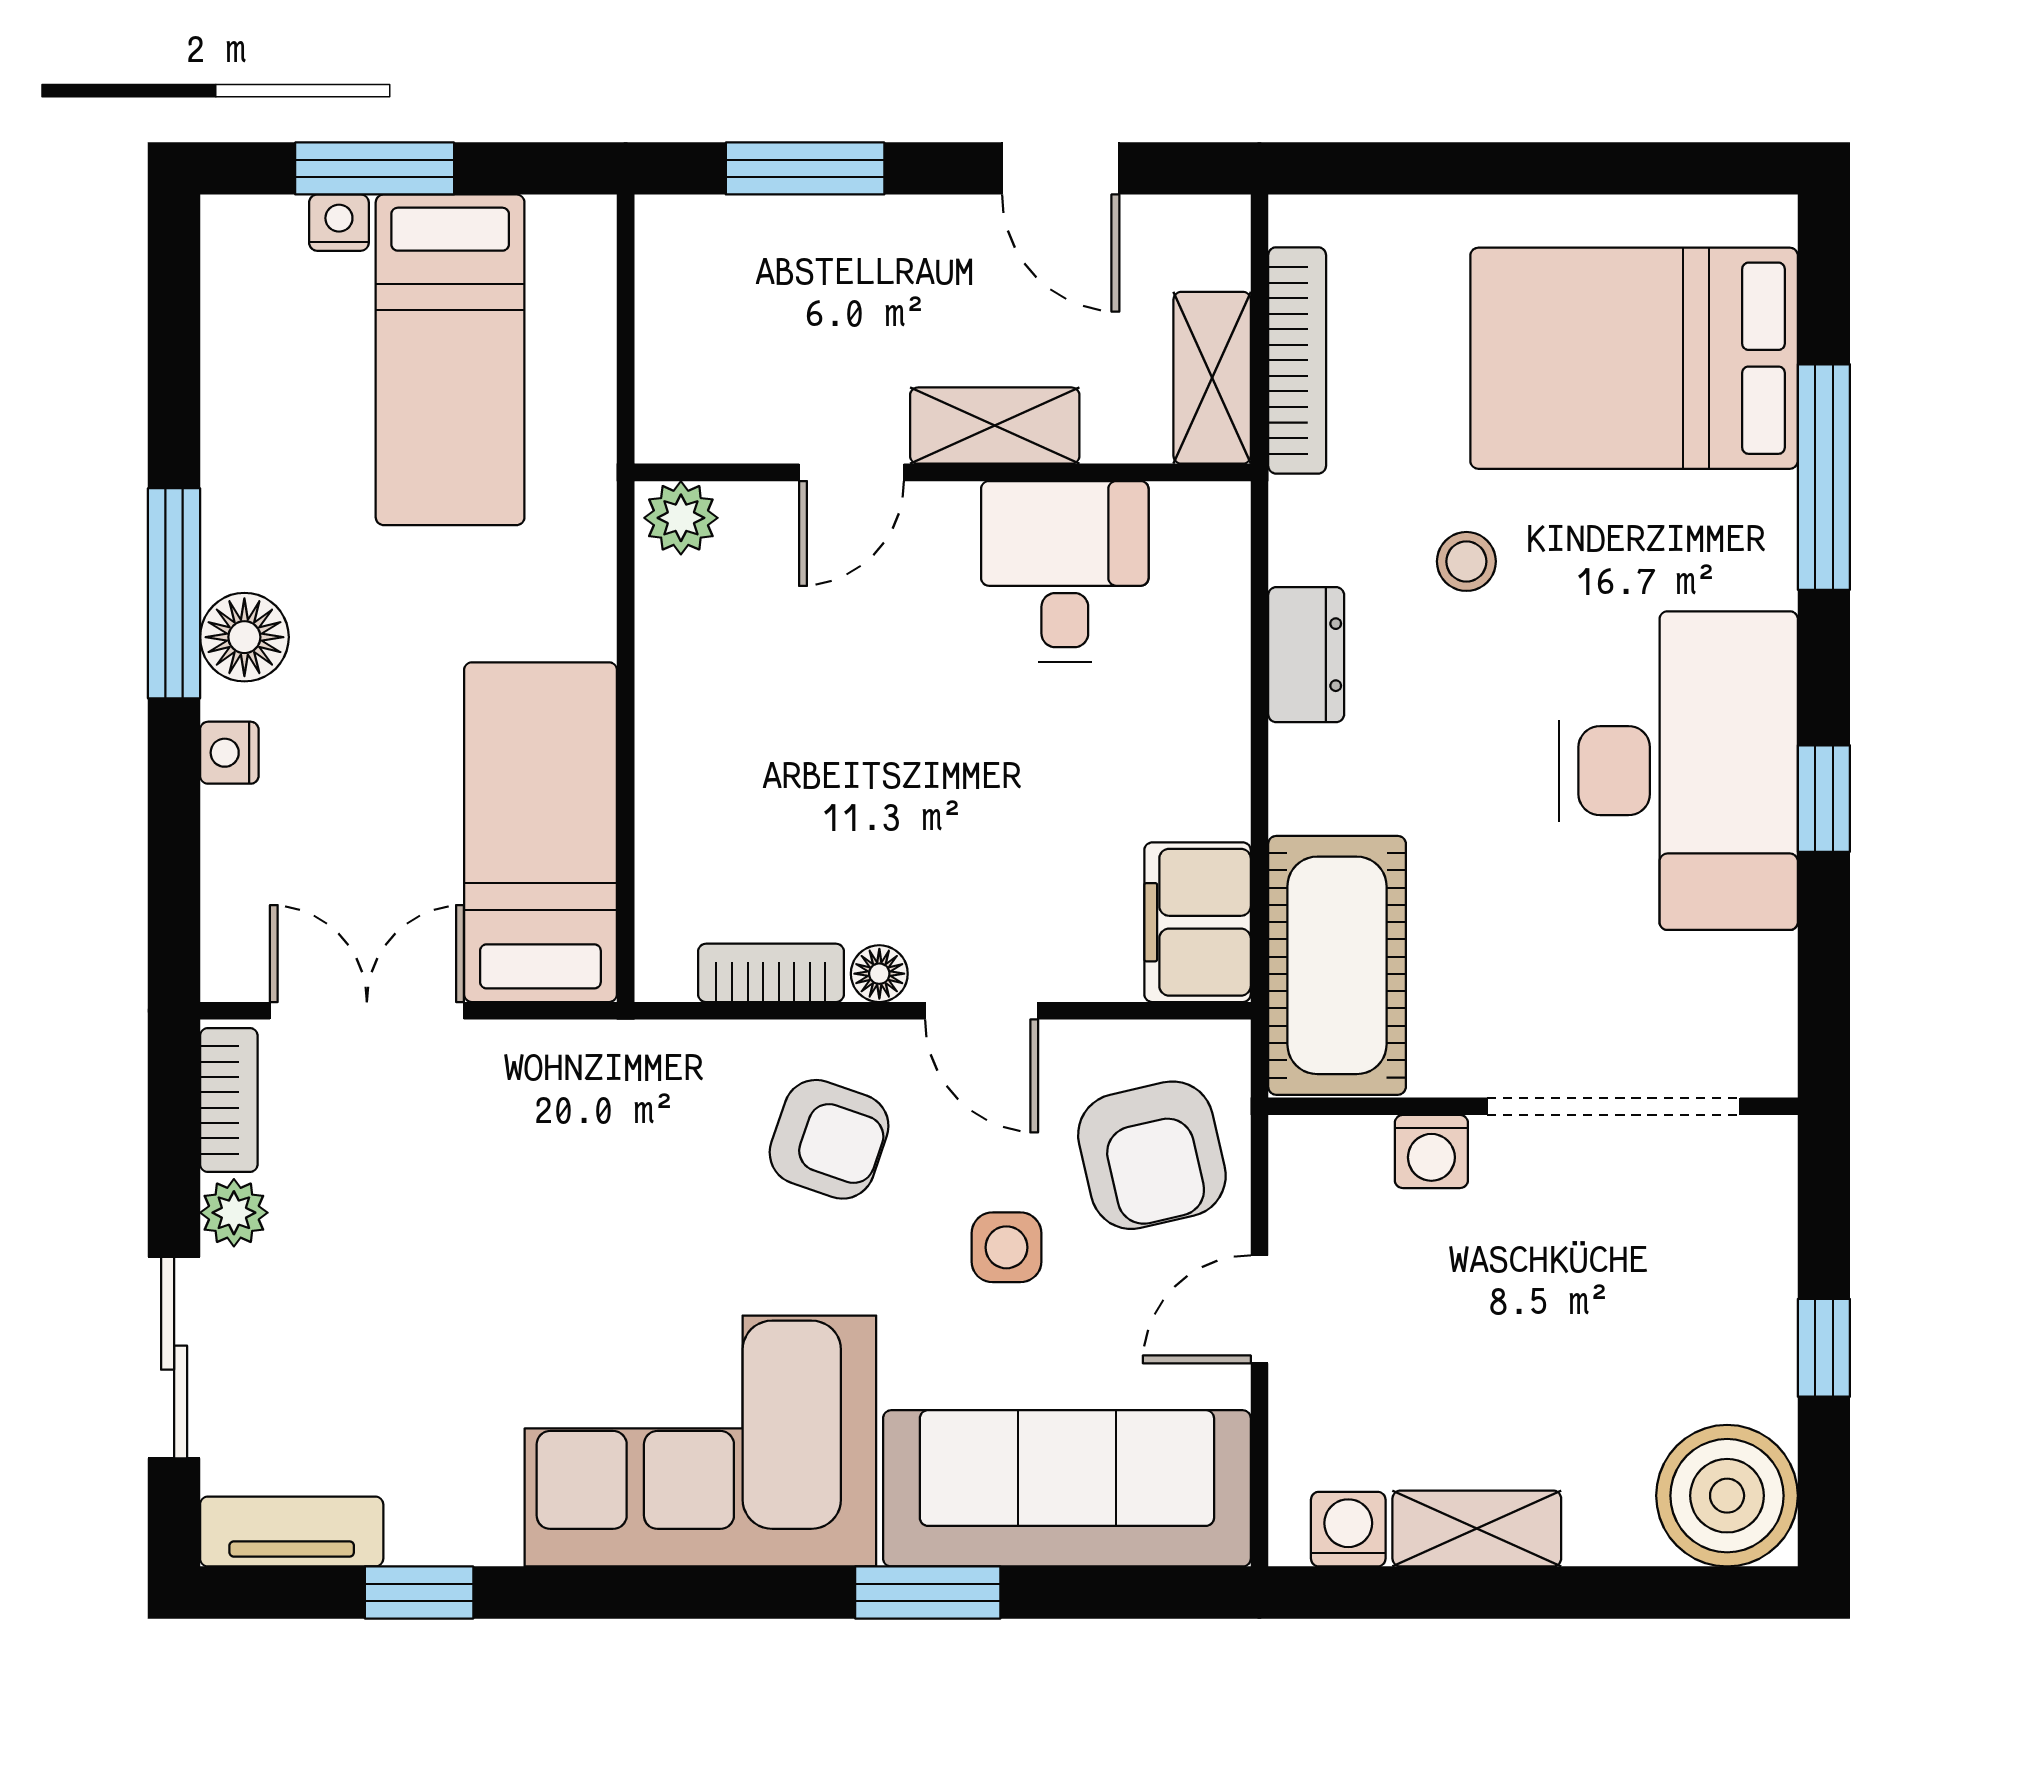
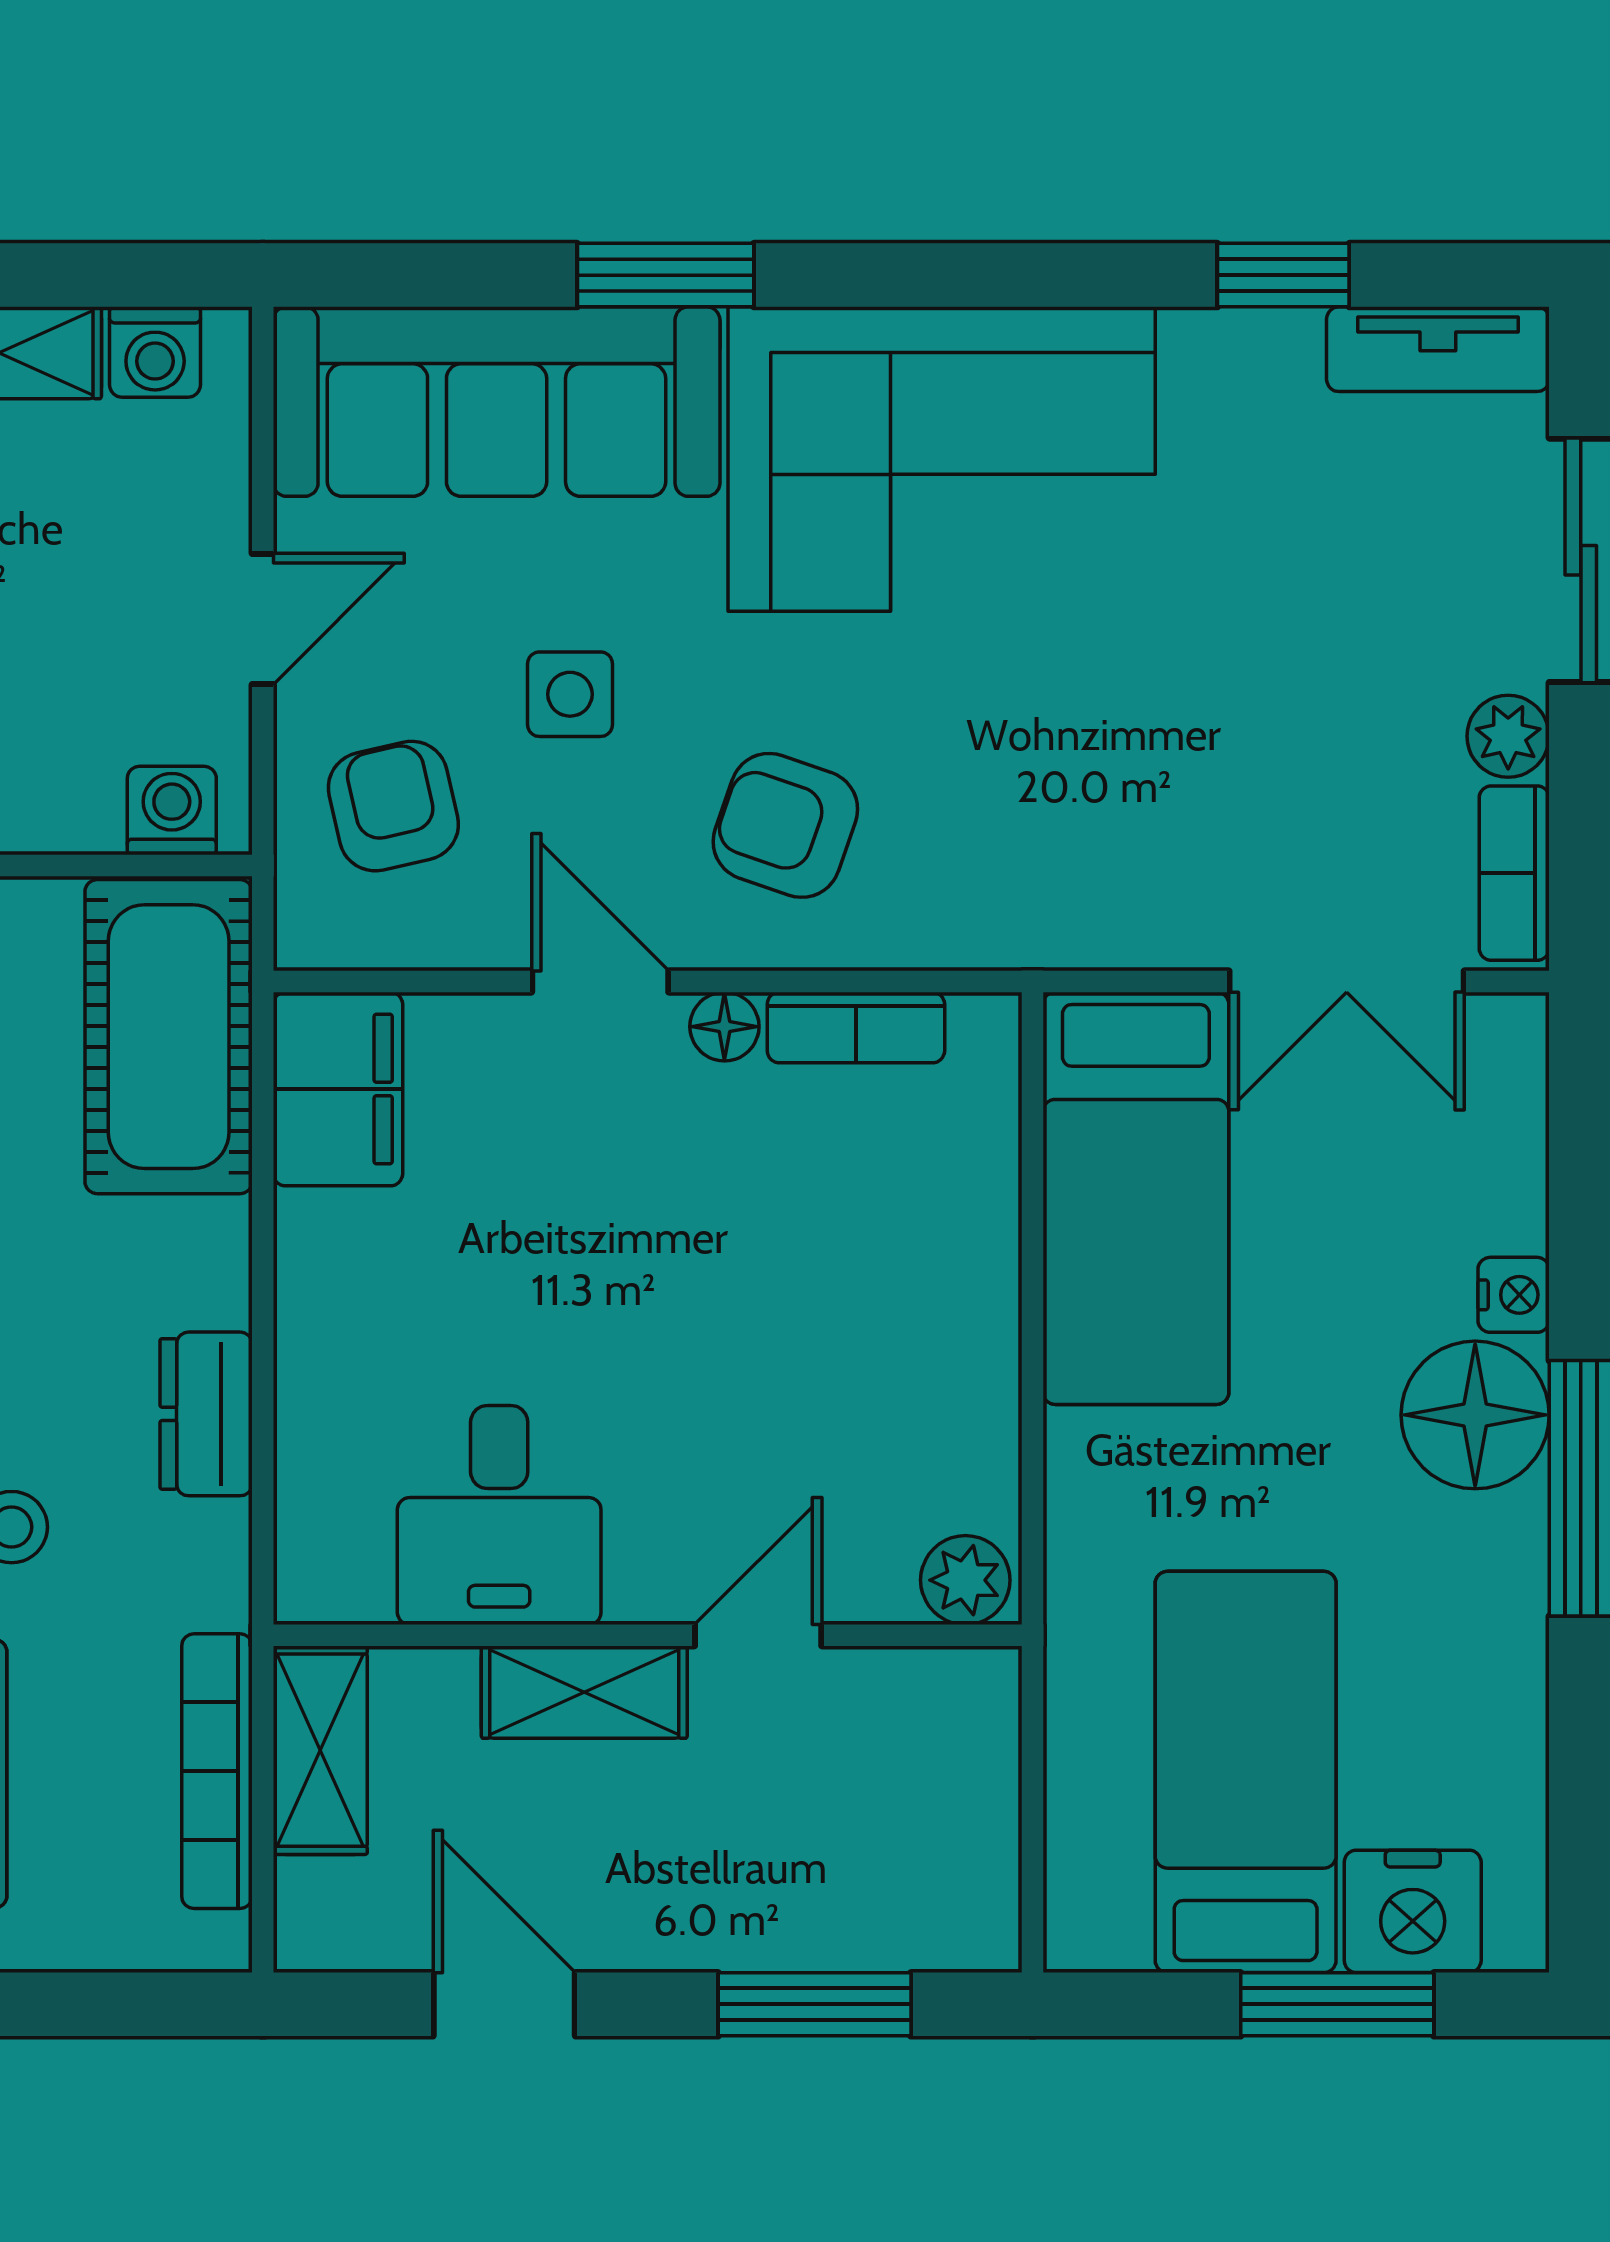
nightstand: (339, 223) -> (1413, 1911), width x1.89, depth x1.79
floor lamp: (244, 637) -> (1475, 1415), width x1.38, depth x1.38
washing machine: (1431, 1152) -> (172, 811), moved
armchair: (1152, 1155) -> (393, 806), width x0.72, depth x0.72

